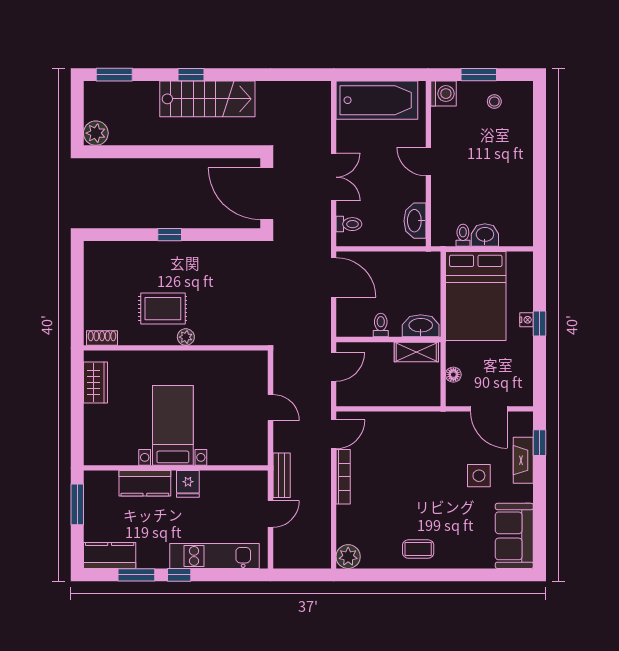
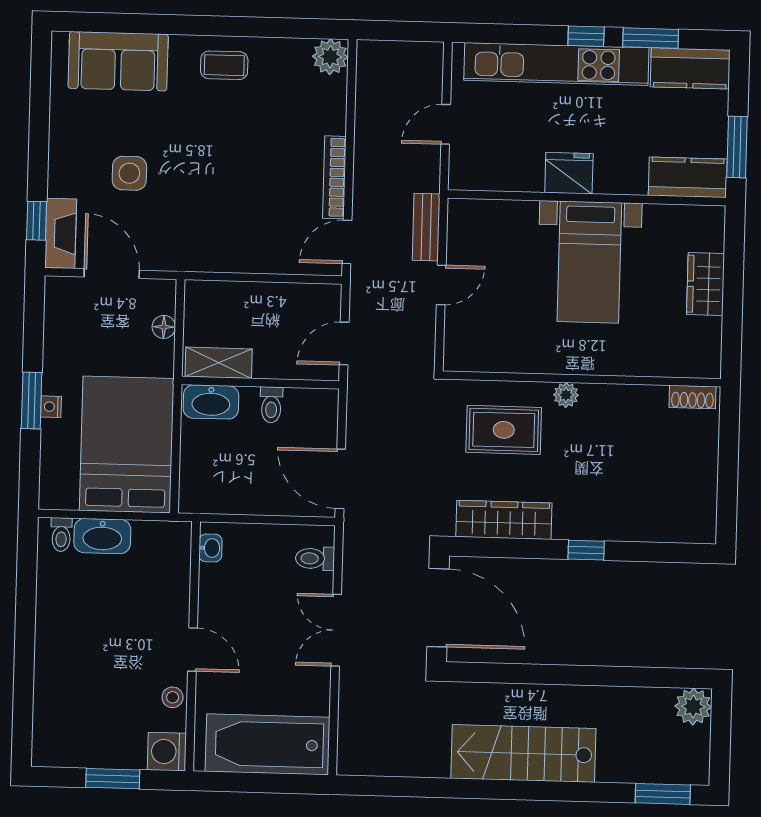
window: (191, 75) -> (547, 791), removed
stool: (494, 101) -> (173, 697), moved
washbasin: (415, 221) -> (210, 548), width x0.52, depth x0.69
toilet: (463, 235) -> (61, 535), moved
washbasin: (485, 235) -> (102, 536), width x1.38
wardrobe: (225, 253) -> (504, 520), added
rug: (163, 309) -> (504, 430), moved
window: (540, 323) -> (32, 400), width x1.50
wardrobe: (96, 383) -> (706, 284), moved
door: (270, 408) -> (441, 285), swing flipped
fireplace: (523, 460) -> (61, 233), moved
bench: (282, 475) -> (426, 227), moved
kitchen counter: (145, 483) -> (688, 177), moved
fridge: (188, 484) -> (569, 173), width x1.38
sofa: (514, 536) -> (118, 61), moved, turned 90
kitchen unit: (215, 556) -> (556, 64), width x1.36

